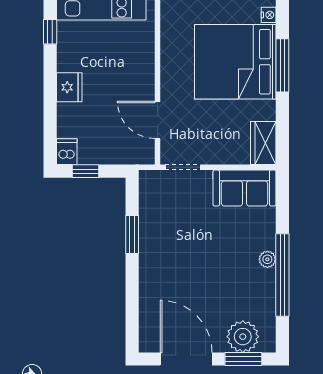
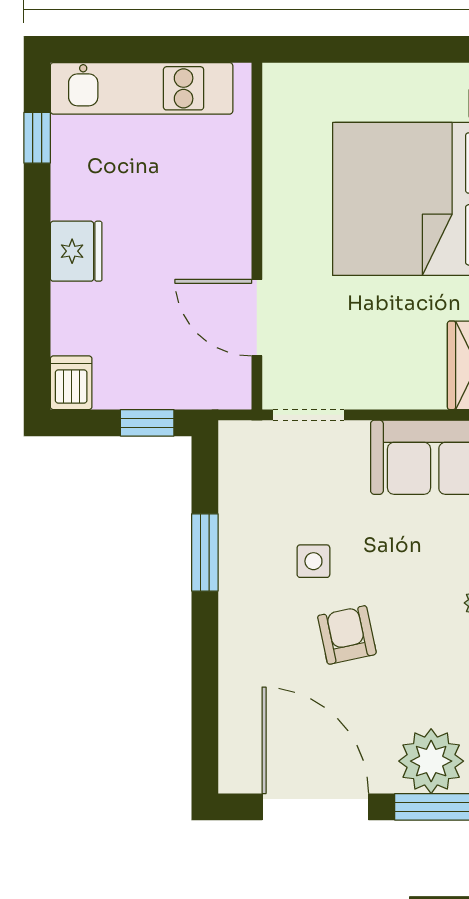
window: (86, 171) -> (147, 423), moved
side table: (185, 239) -> (313, 561), added
armchair: (202, 275) -> (347, 635), added

